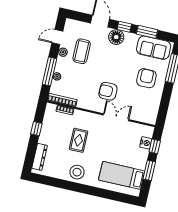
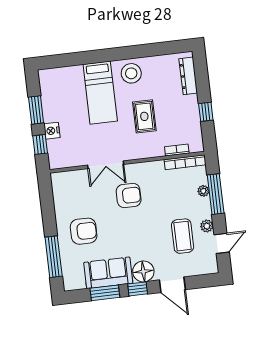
sofa: (154, 48) -> (108, 273), moved
armchair: (146, 78) -> (84, 231), turned -90
nightstand: (146, 143) -> (52, 131), moved
bed: (122, 175) -> (100, 93), moved, turned 90

